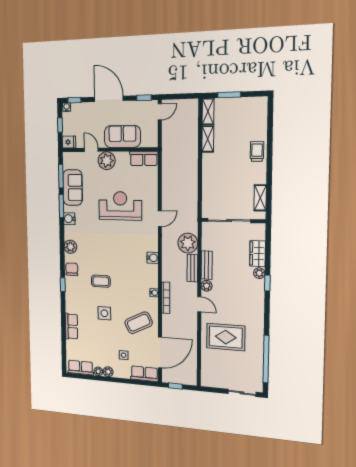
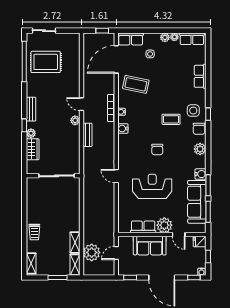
door: (160, 112) -> (116, 253), moved
row of seats: (144, 158) -> (143, 227), moved
sofa: (73, 187) -> (197, 202), width x1.36
shelving: (260, 198) -> (31, 263), moved
reception desk: (120, 206) -> (152, 186), turned 180
door: (160, 219) -> (116, 176), hinge flipped
plant: (188, 243) -> (92, 252), moved
chair: (115, 248) -> (157, 149), added
water cooler: (153, 258) -> (123, 129), moved
bench: (207, 265) -> (31, 109), moved
side table: (104, 313) -> (193, 111), moved
coffee table: (139, 323) -> (136, 84), turned 38
rug: (226, 337) -> (46, 62), moved

